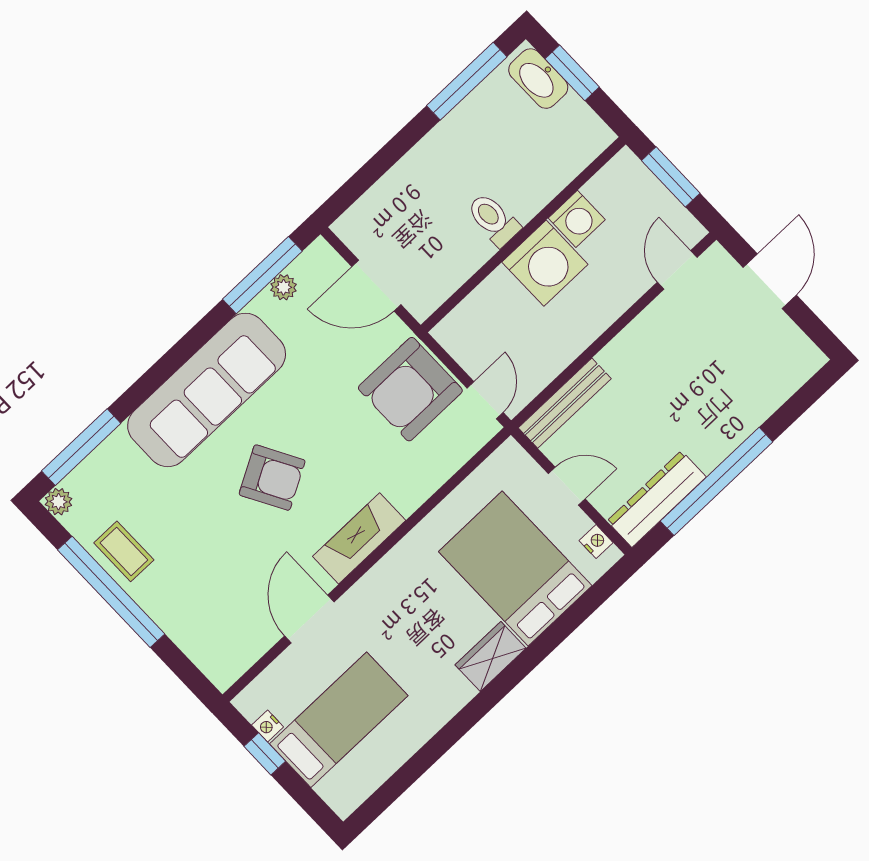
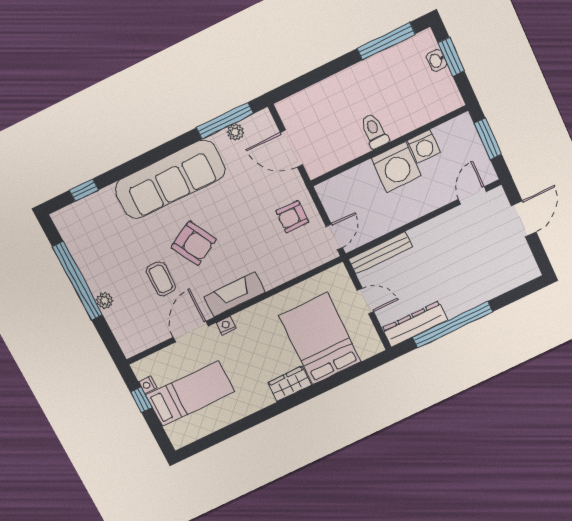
washbasin: (538, 79) -> (437, 60), width x0.52, depth x0.69
armchair: (410, 389) -> (292, 217), width x0.53, depth x0.53
window: (81, 447) -> (84, 190), width x0.46
plant: (58, 502) -> (105, 301), moved
nightstand: (596, 542) -> (226, 326), moved, turned -90
coffee table: (124, 551) -> (161, 279), moved

